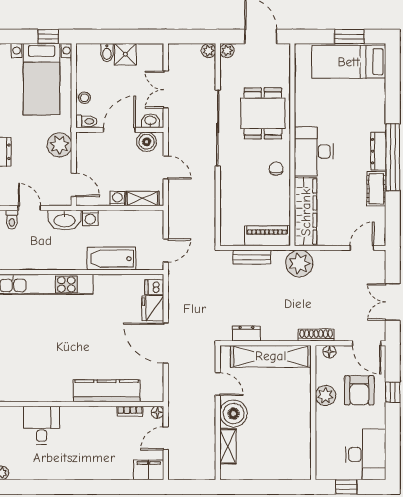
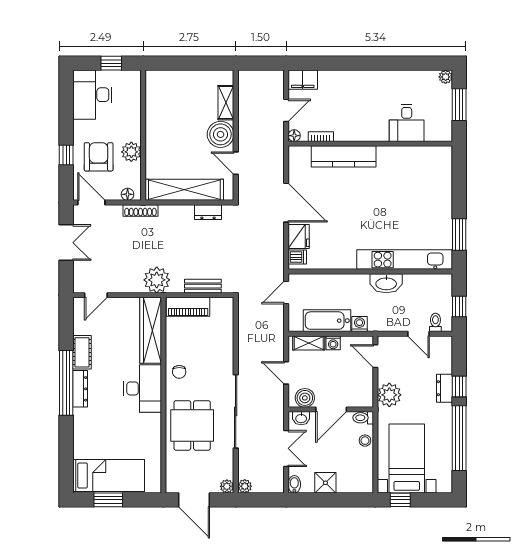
bidet: (107, 53) -> (294, 484), moved
washbasin: (65, 220) -> (386, 283), moved, turned 180
bathtub: (111, 259) -> (327, 321), moved, turned 180

